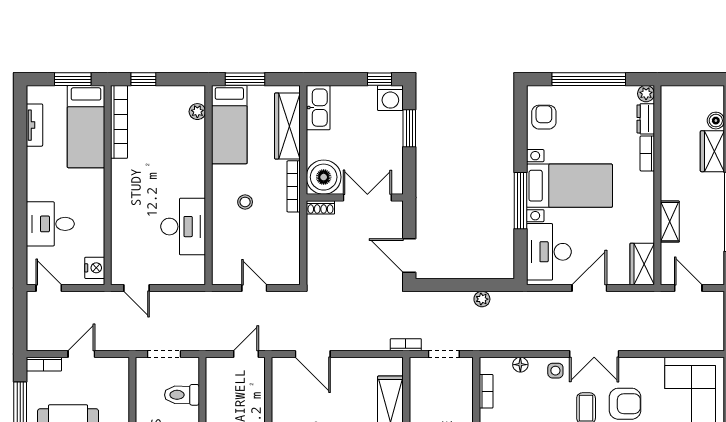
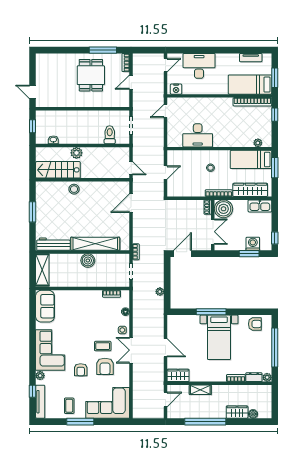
washing machine: (390, 98) -> (253, 244), moved, turned 90
desk: (50, 224) -> (199, 66), width x1.37
desk: (549, 252) -> (184, 327), removed
door: (81, 354) -> (131, 82), swing flipped

